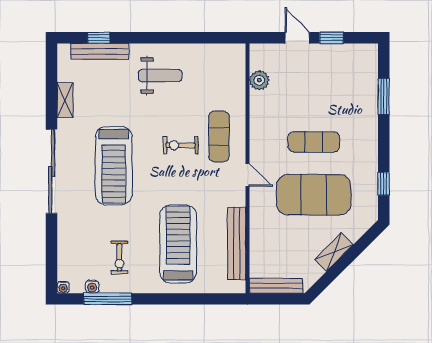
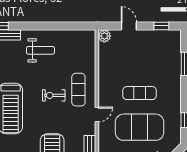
window: (331, 38) -> (161, 26), moved
plant: (259, 80) -> (104, 36), moved
door: (247, 175) -> (97, 114), hinge flipped

